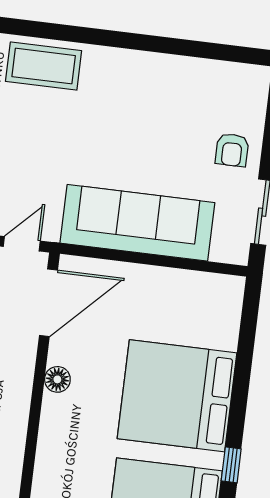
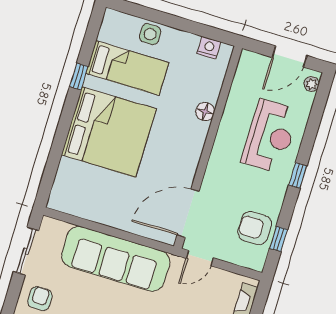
floor lamp: (57, 379) -> (205, 112), moved

